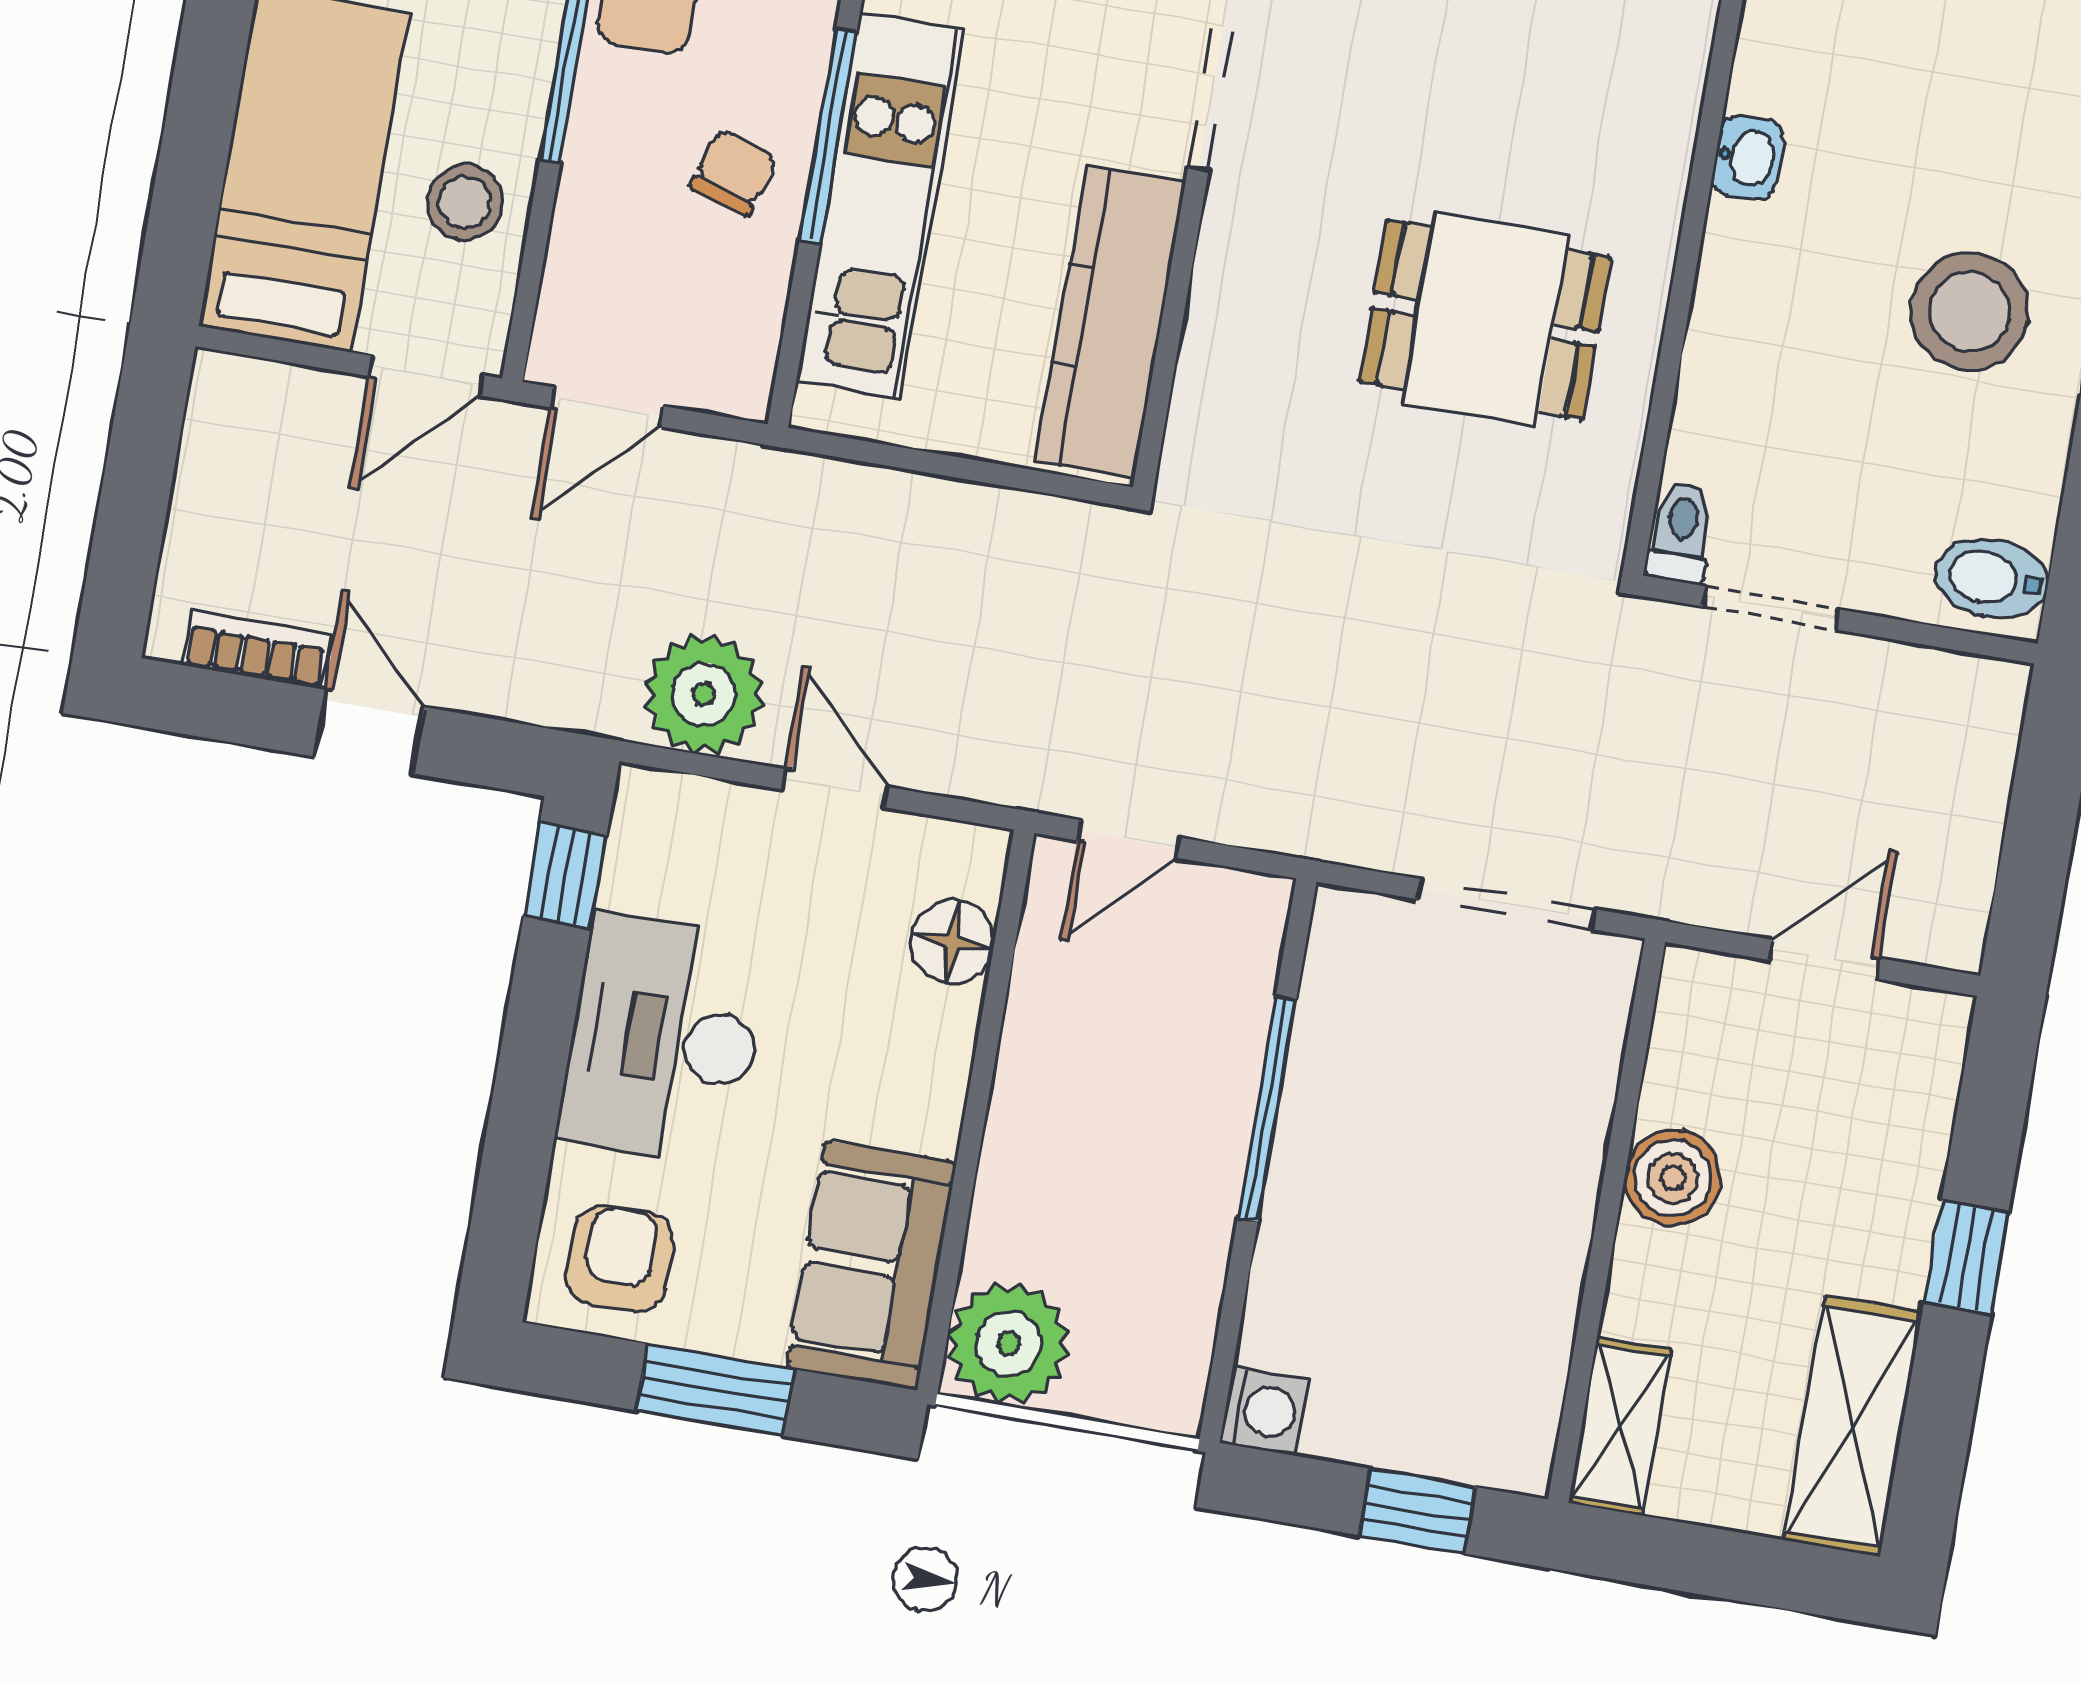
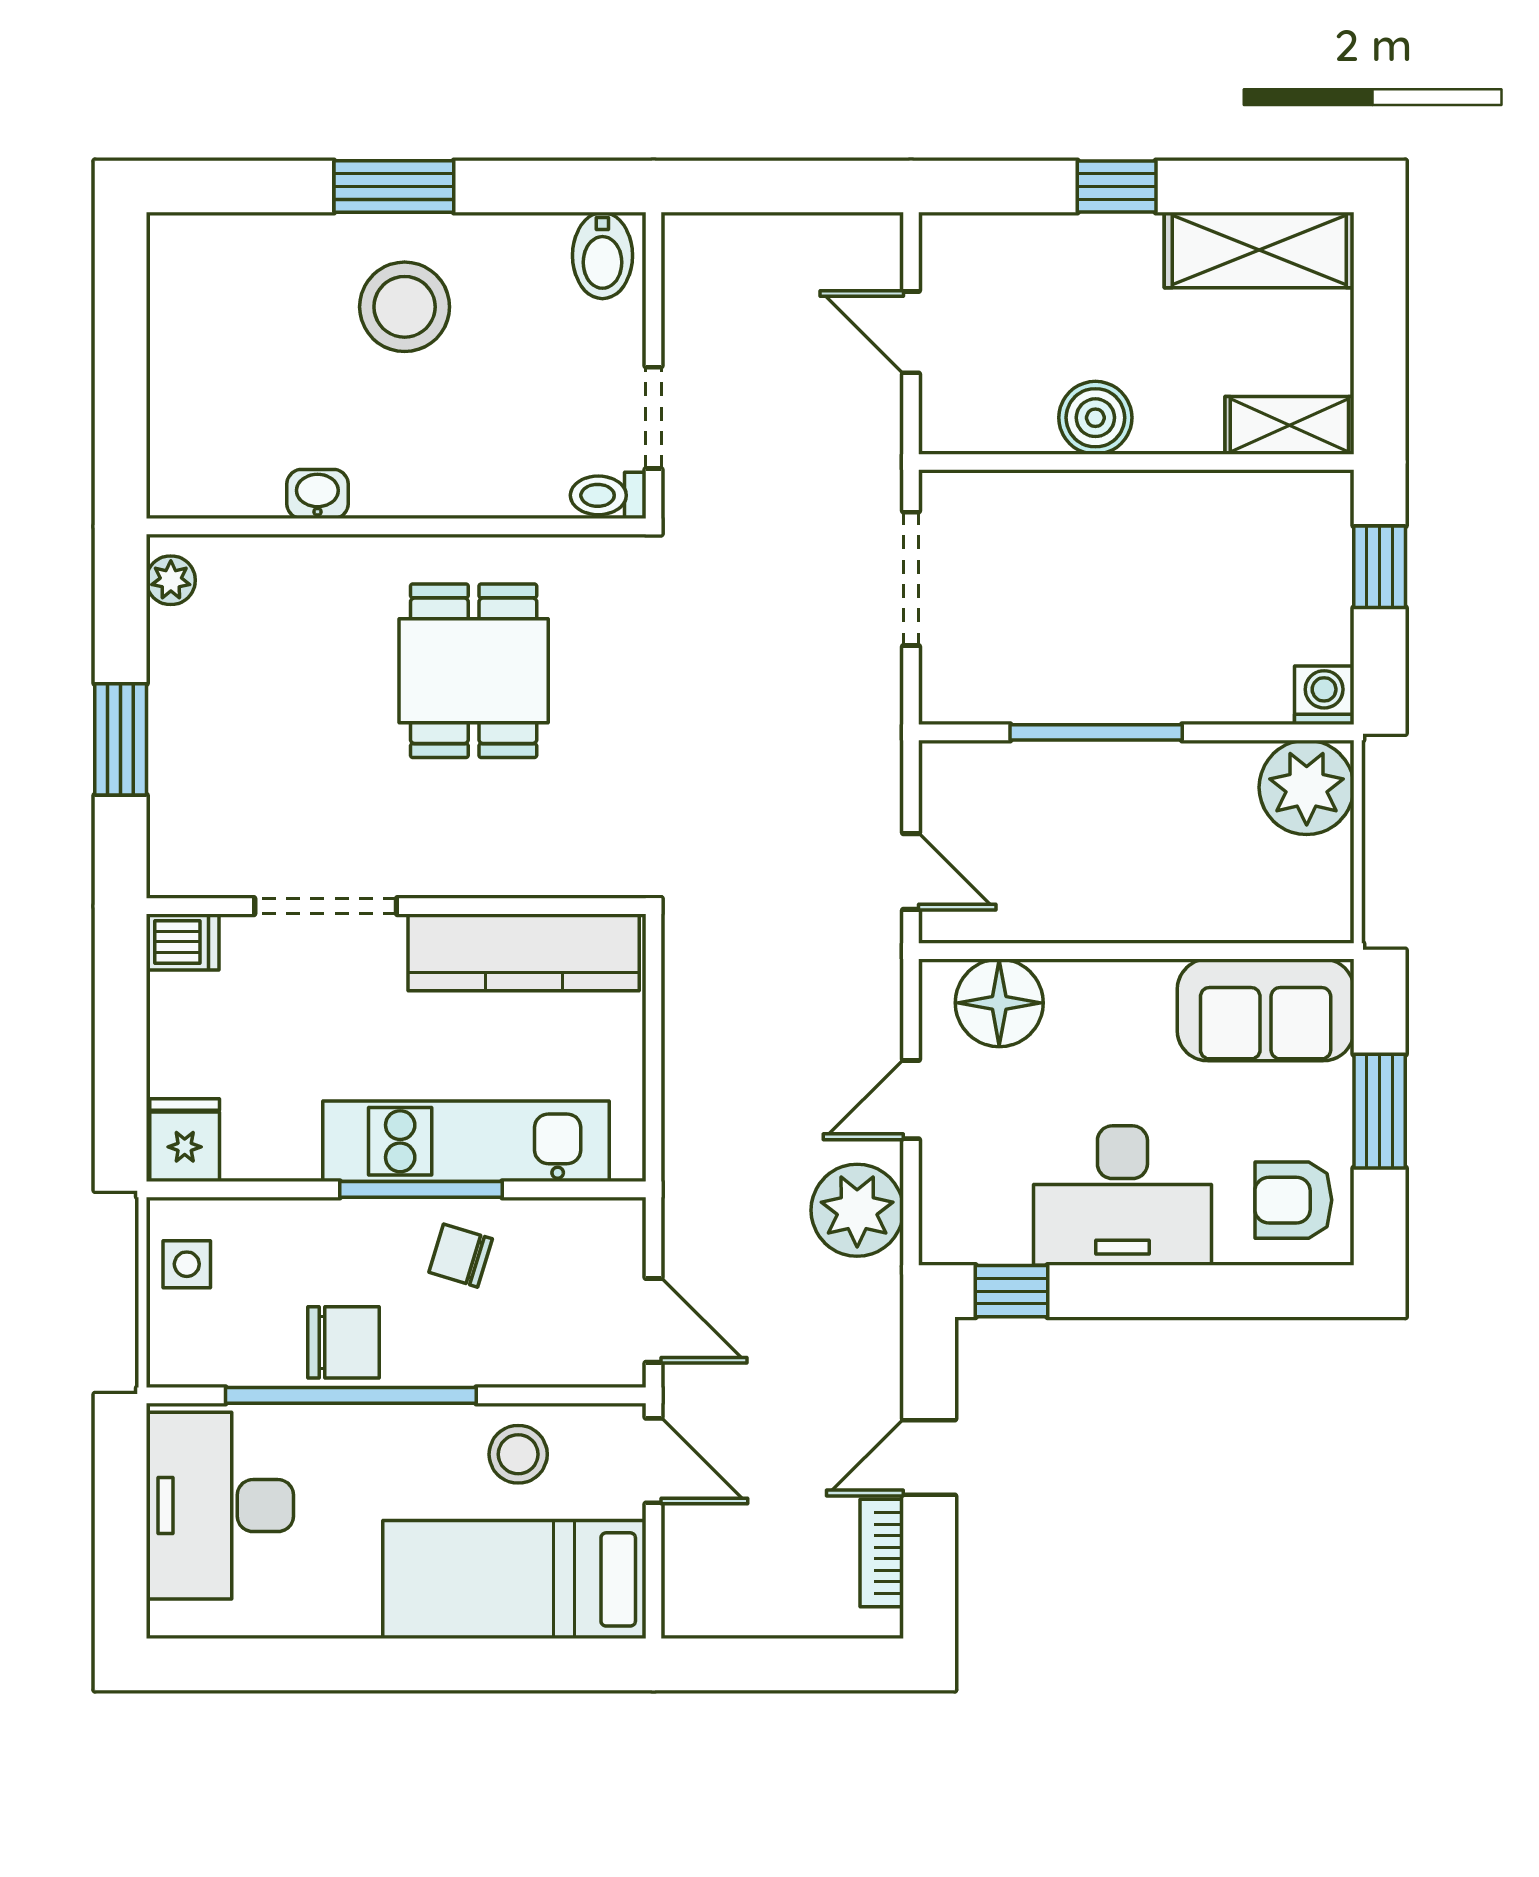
floor lamp: (952, 942) -> (999, 1003), width x1.38, depth x1.38
plant: (1009, 1344) -> (1307, 787), moved

